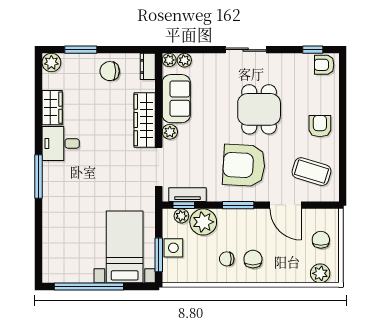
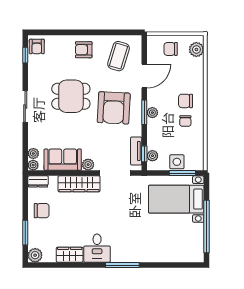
chair: (110, 71) -> (42, 211), turned -90
plant: (203, 222) -> (152, 113), moved, width x0.53, depth x0.53

